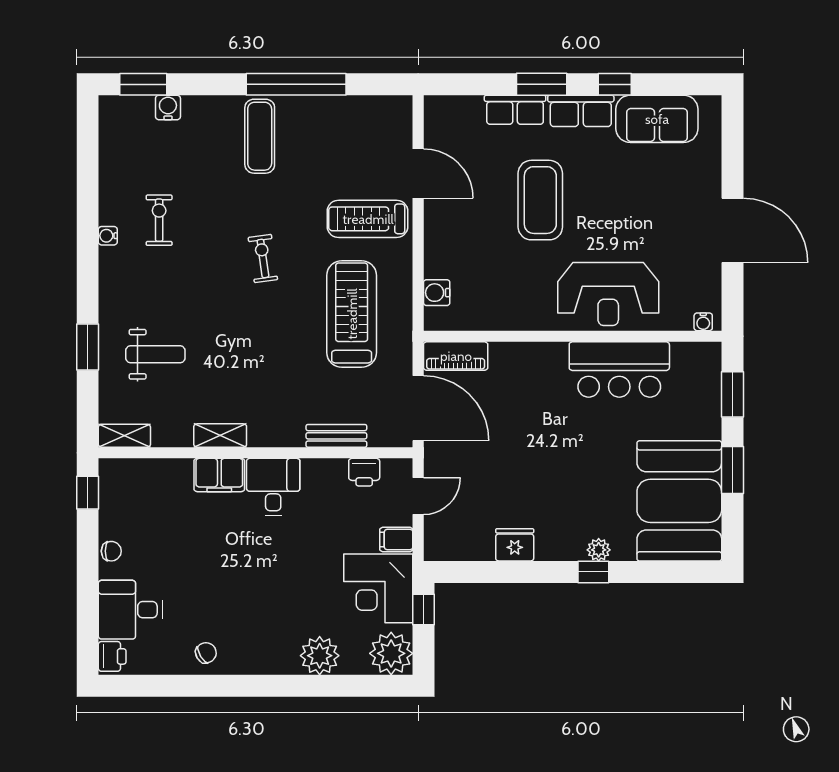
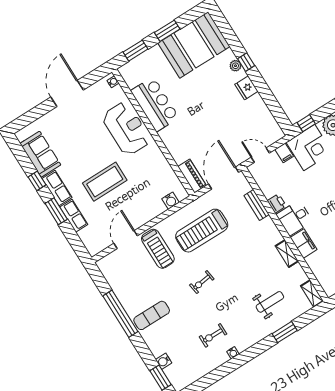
weight bench: (155, 354) -> (270, 302), turned 90
printer: (364, 472) -> (277, 203), moved
fridge: (515, 545) -> (246, 88), moved

